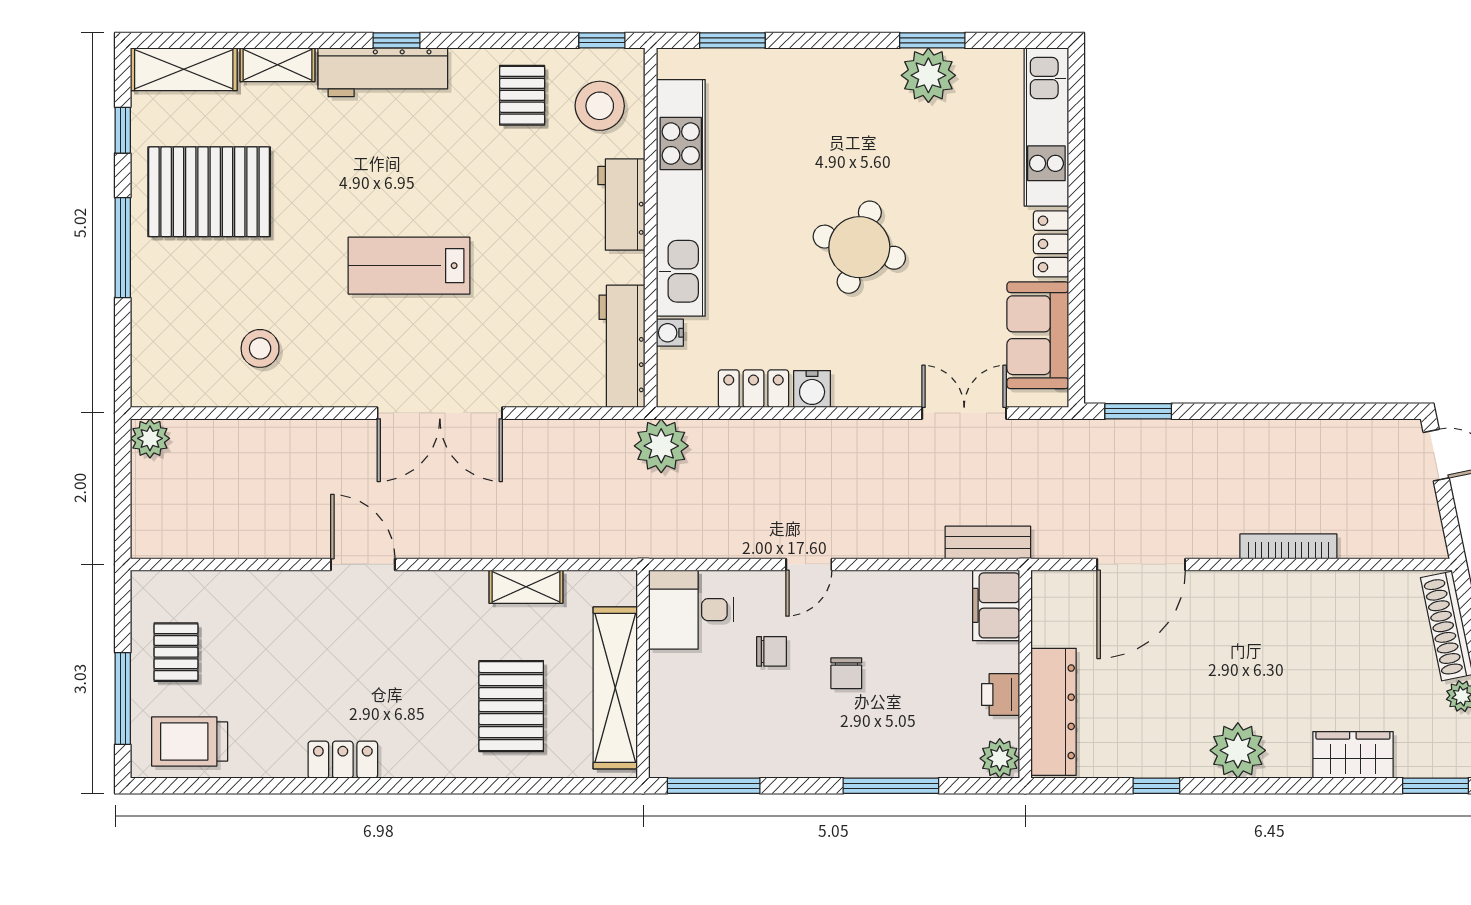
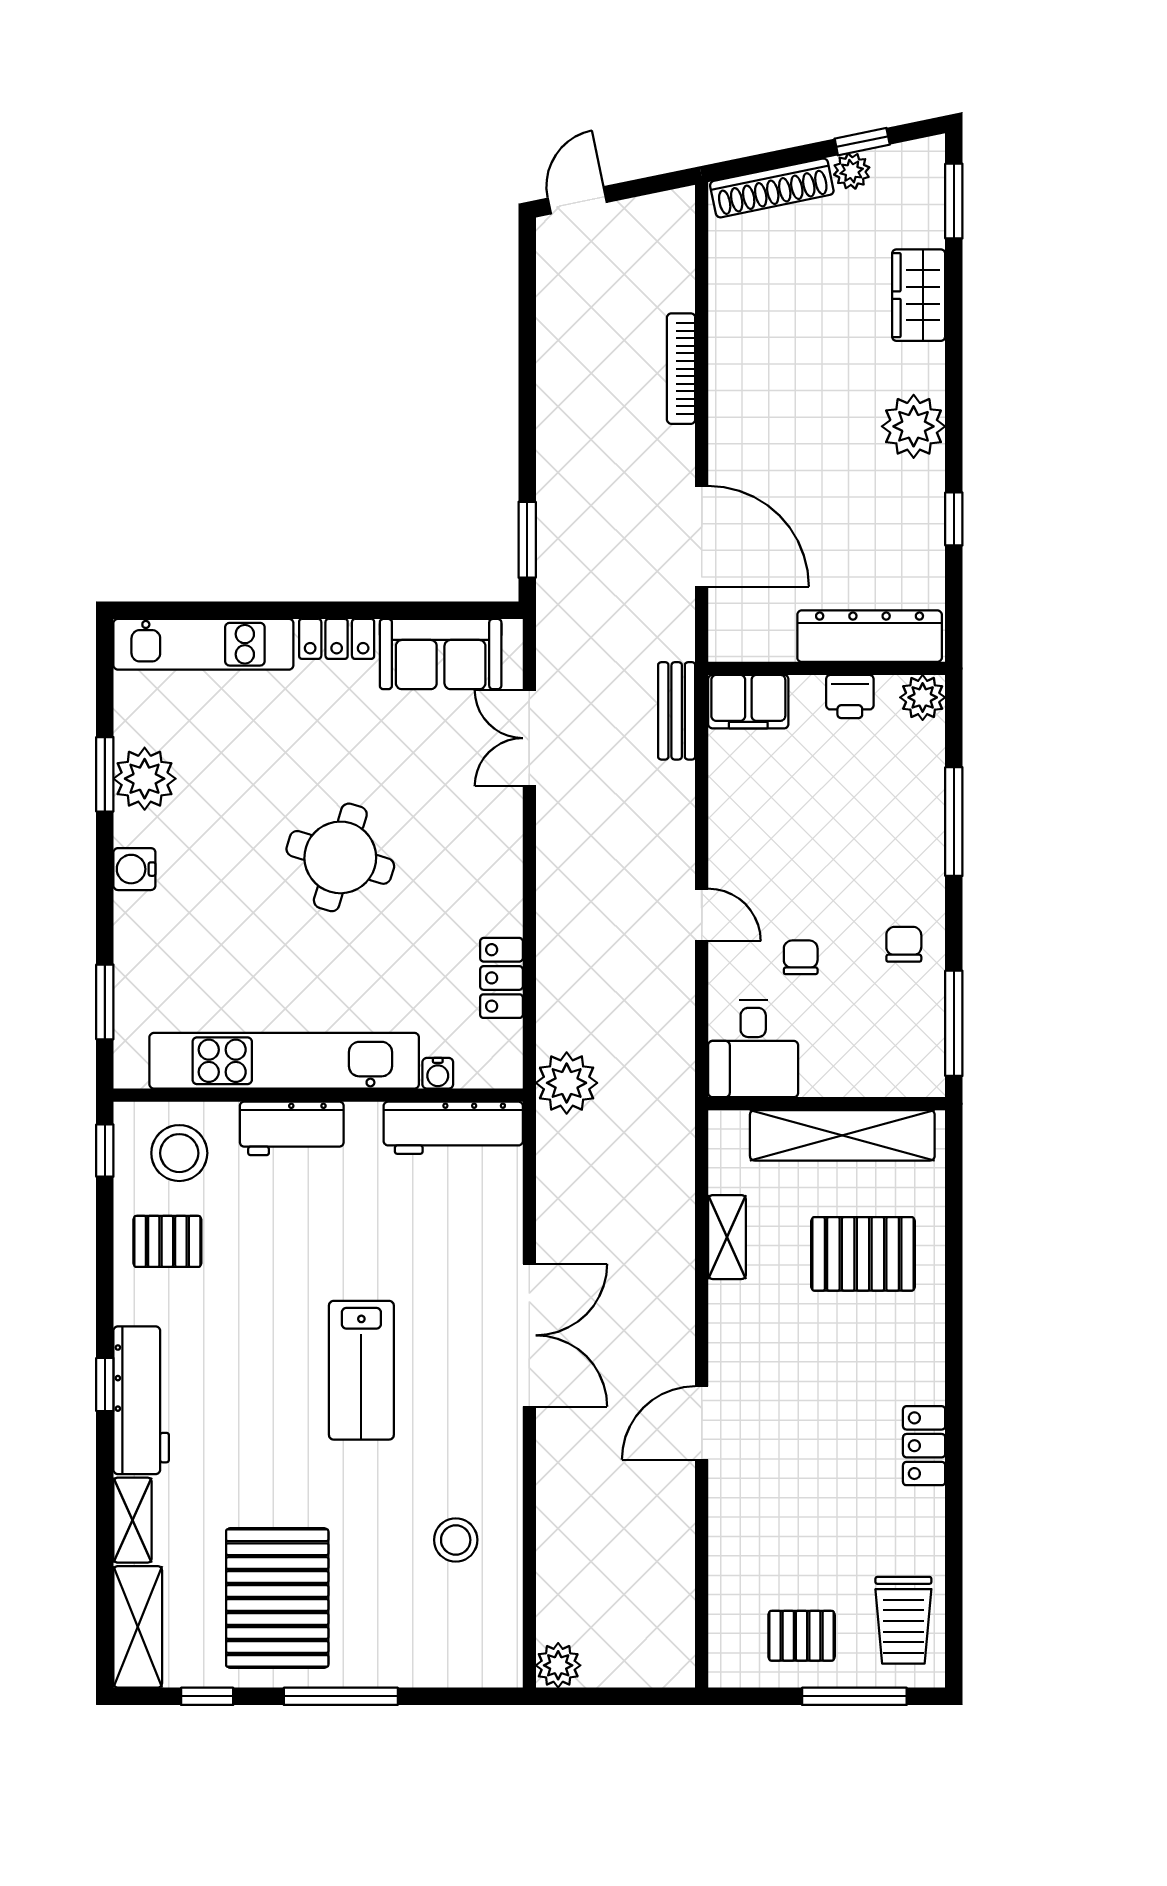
water cooler: (812, 389) -> (134, 869), moved, turned 180
chair: (846, 673) -> (904, 944), moved, turned -90

